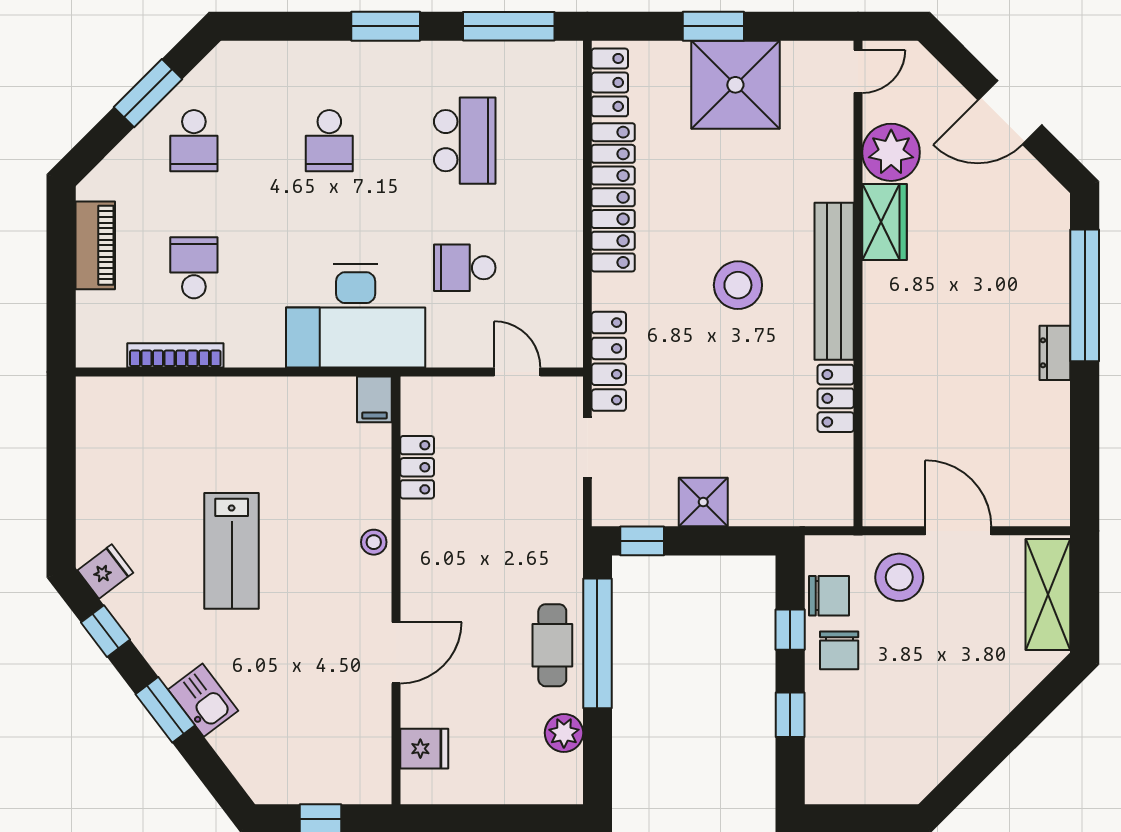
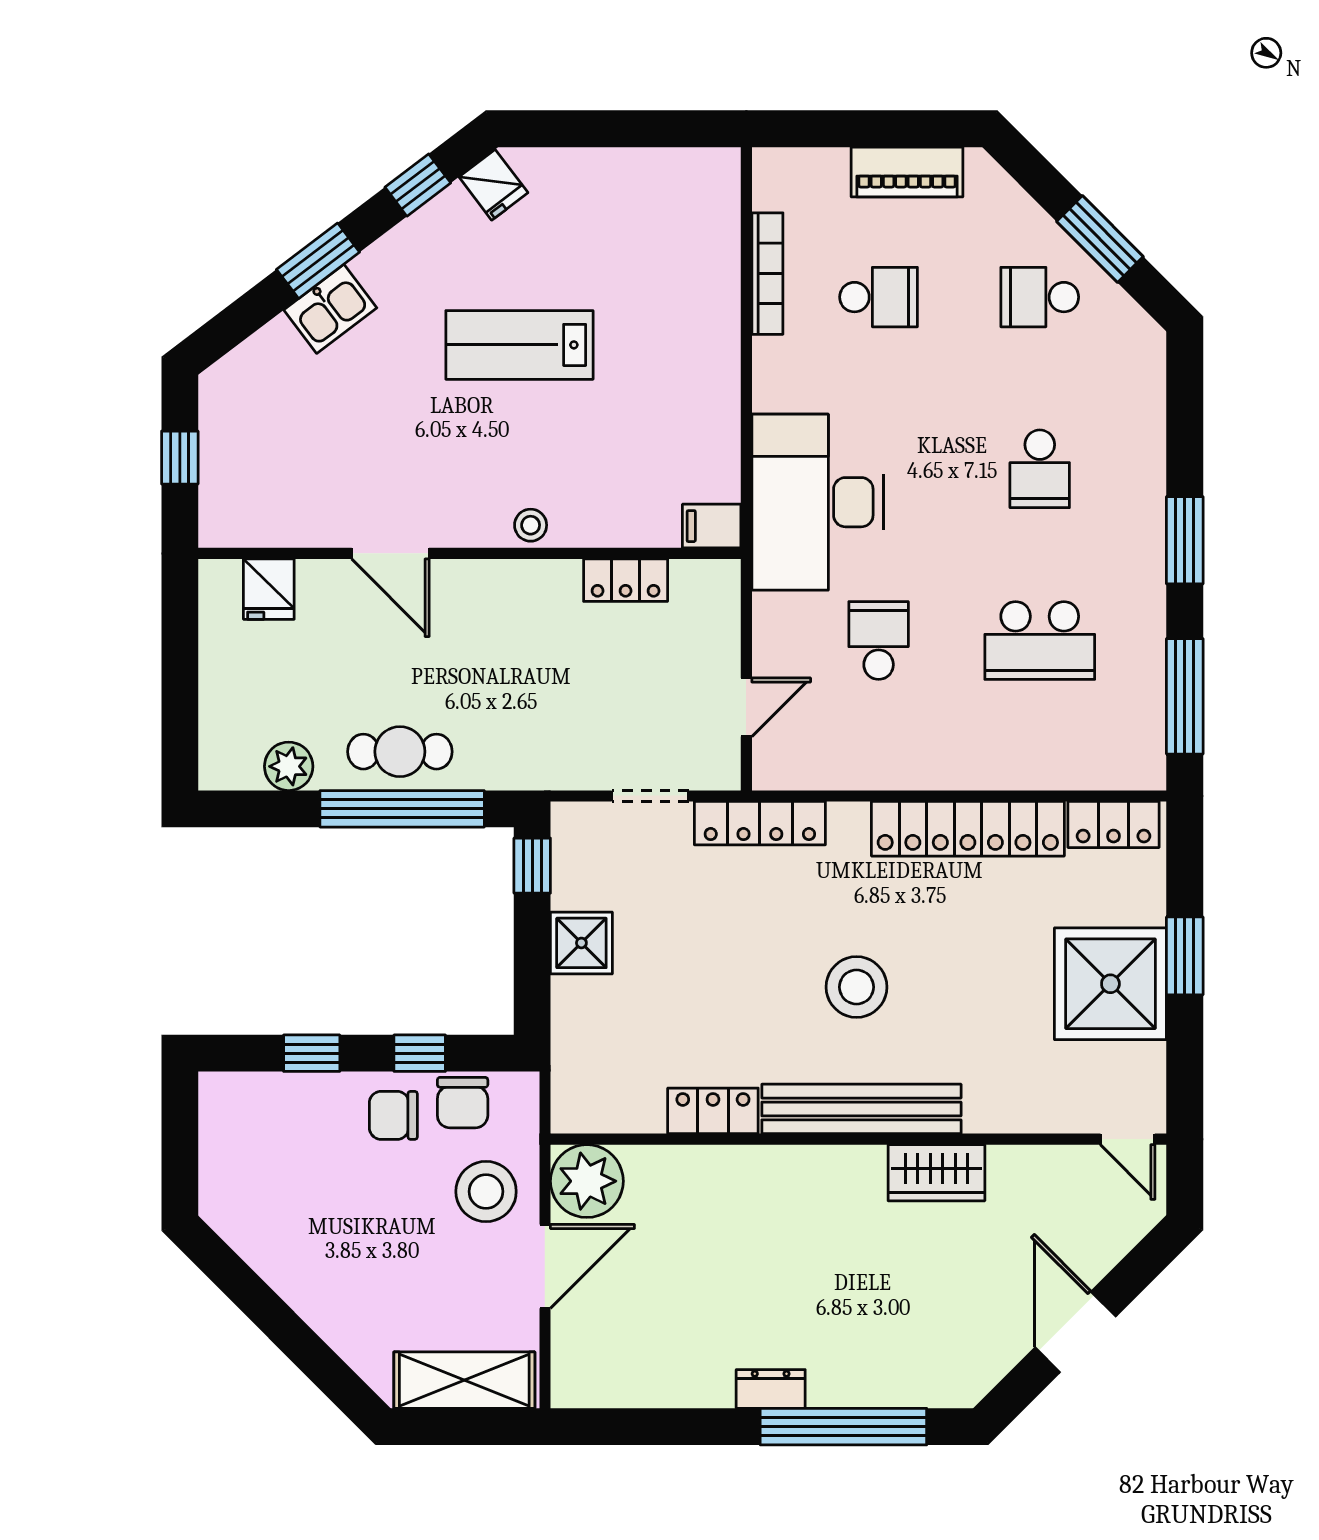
school desk: (329, 141) -> (1040, 469), turned -90
plant: (891, 152) -> (587, 1181), moved

